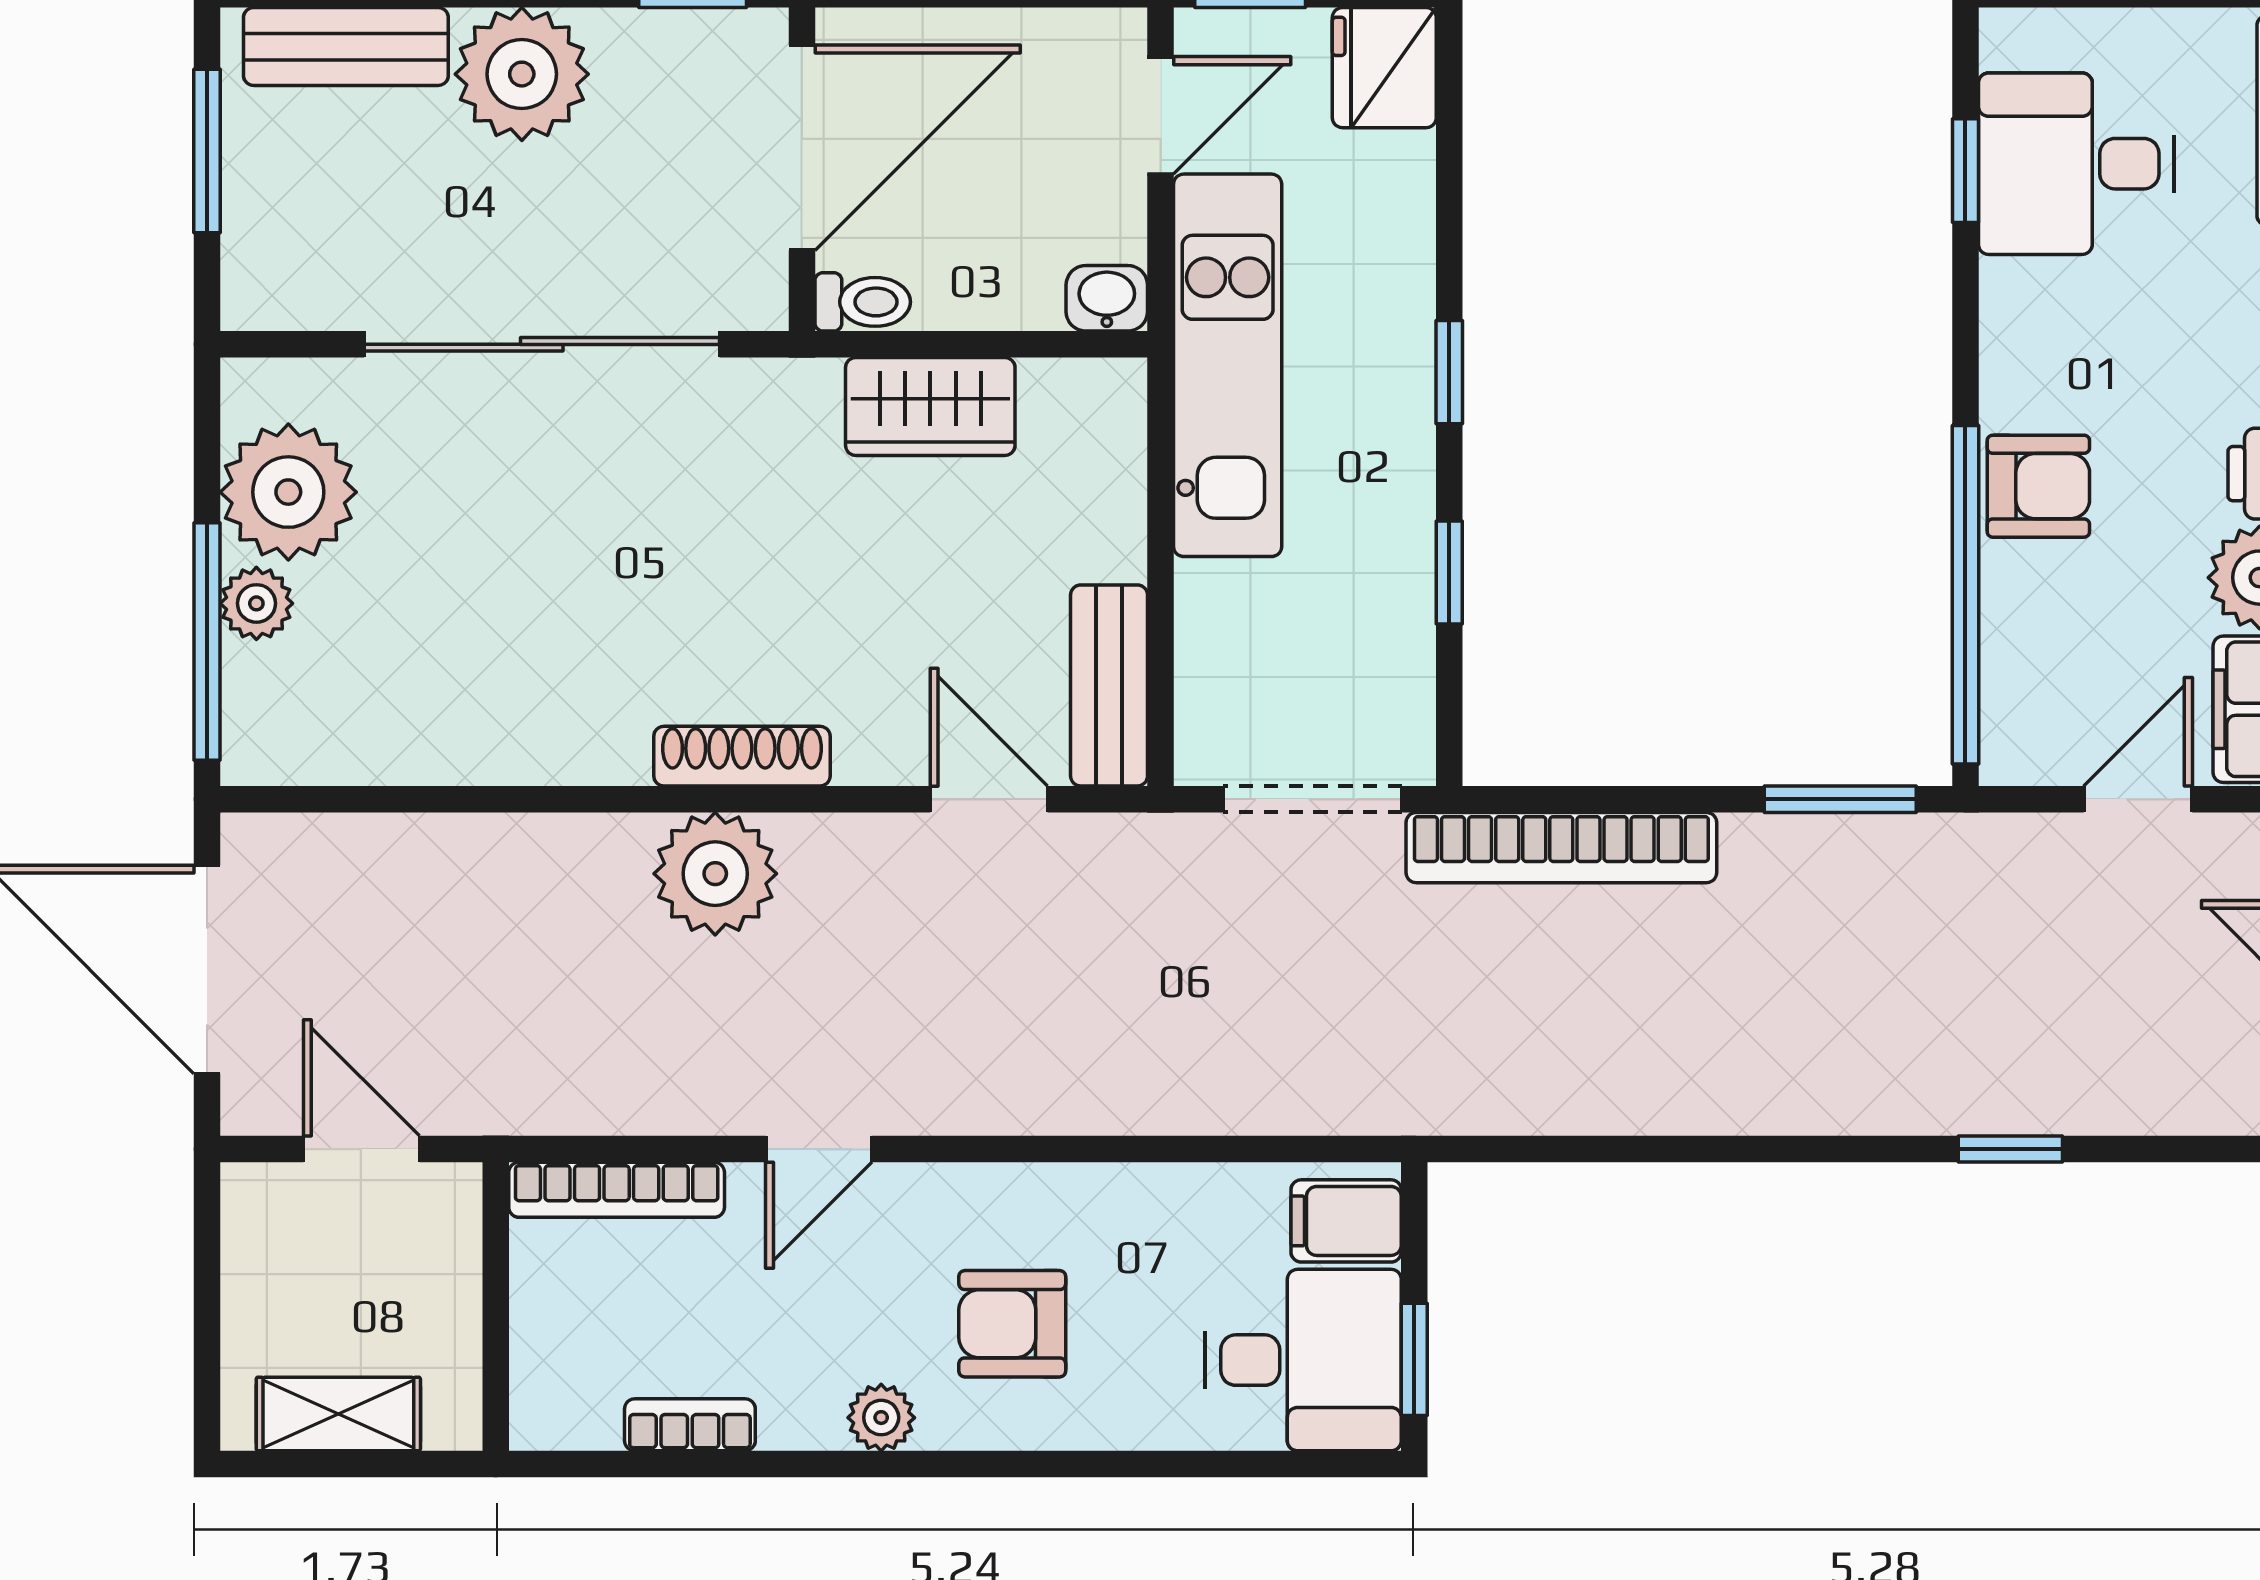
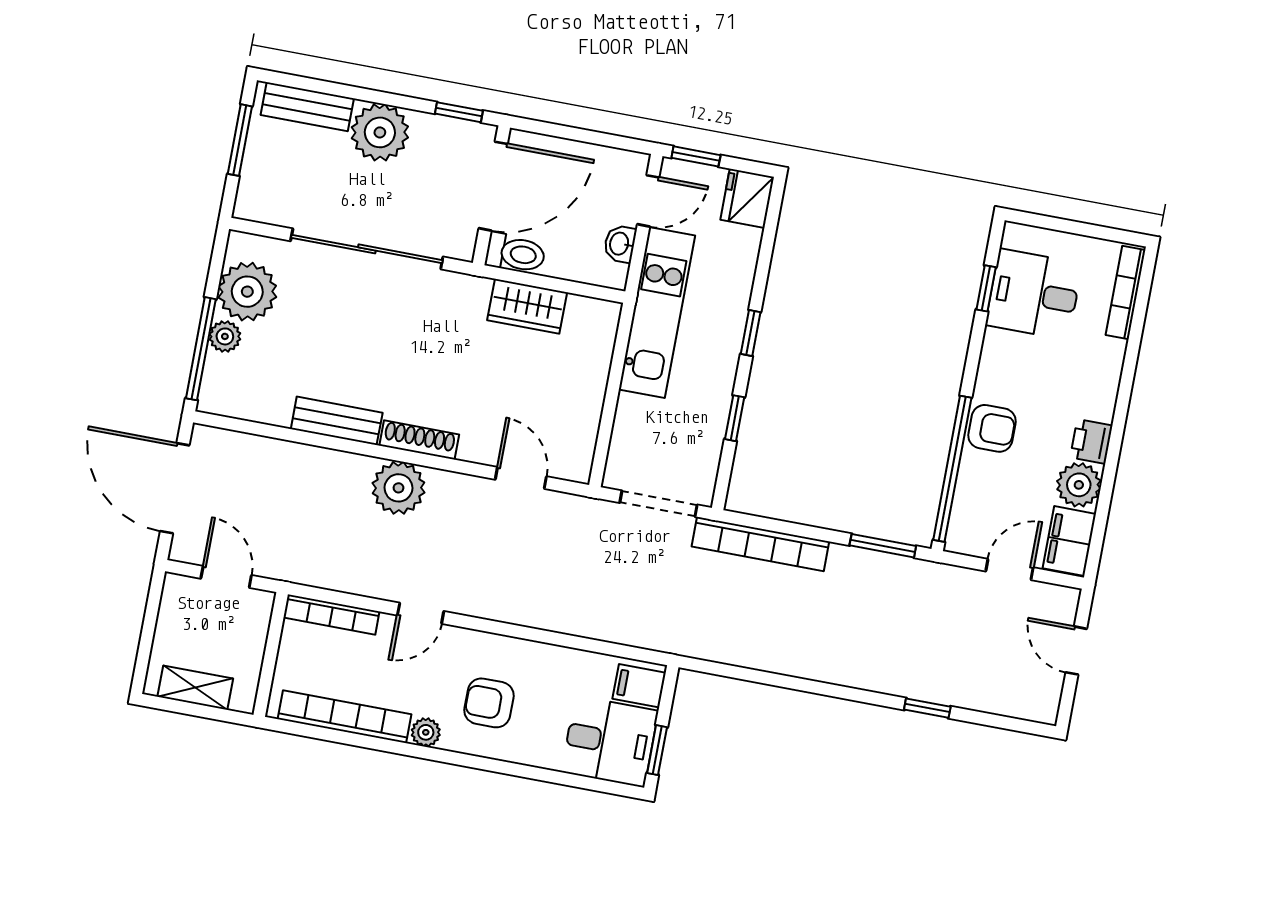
washbasin: (1107, 298) -> (620, 244), moved, turned -90
toilet: (863, 302) -> (515, 253), width x1.37, depth x1.39
bench: (1109, 685) -> (337, 421), moved, turned 90
bookcase: (690, 1425) -> (345, 717), width x2.31, depth x1.31

